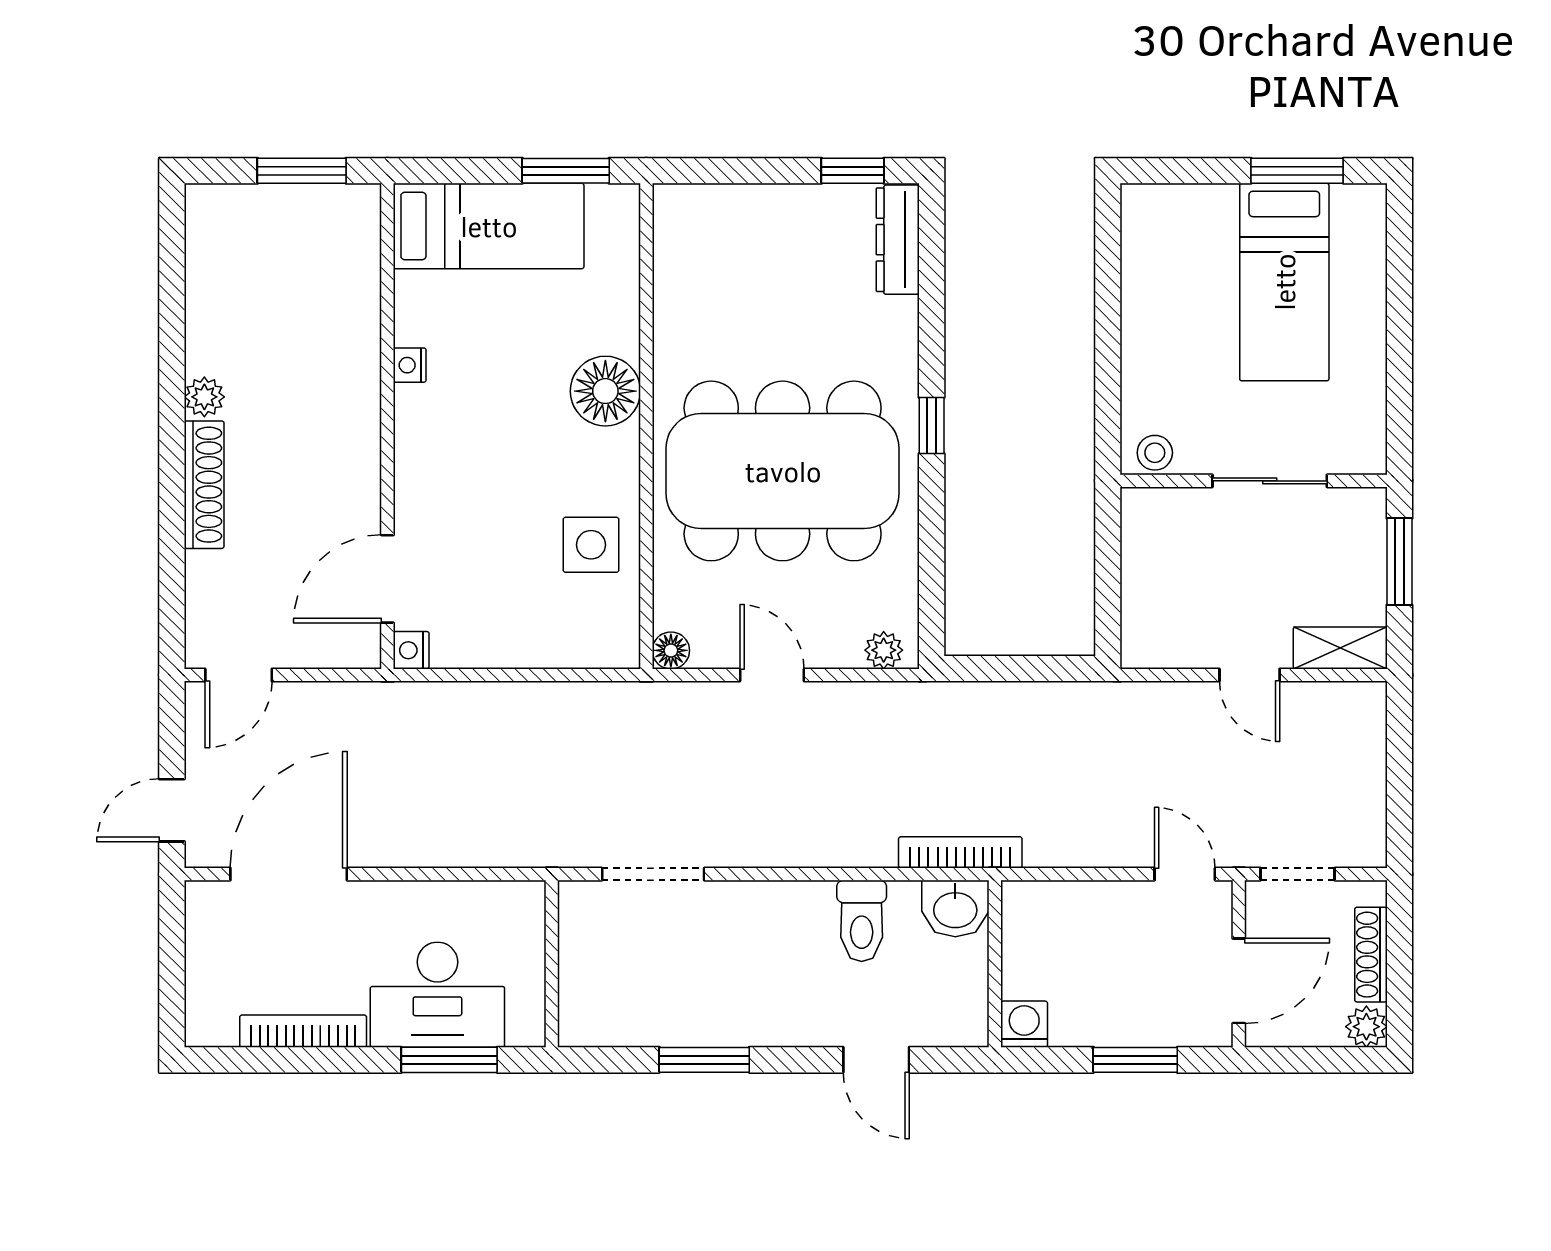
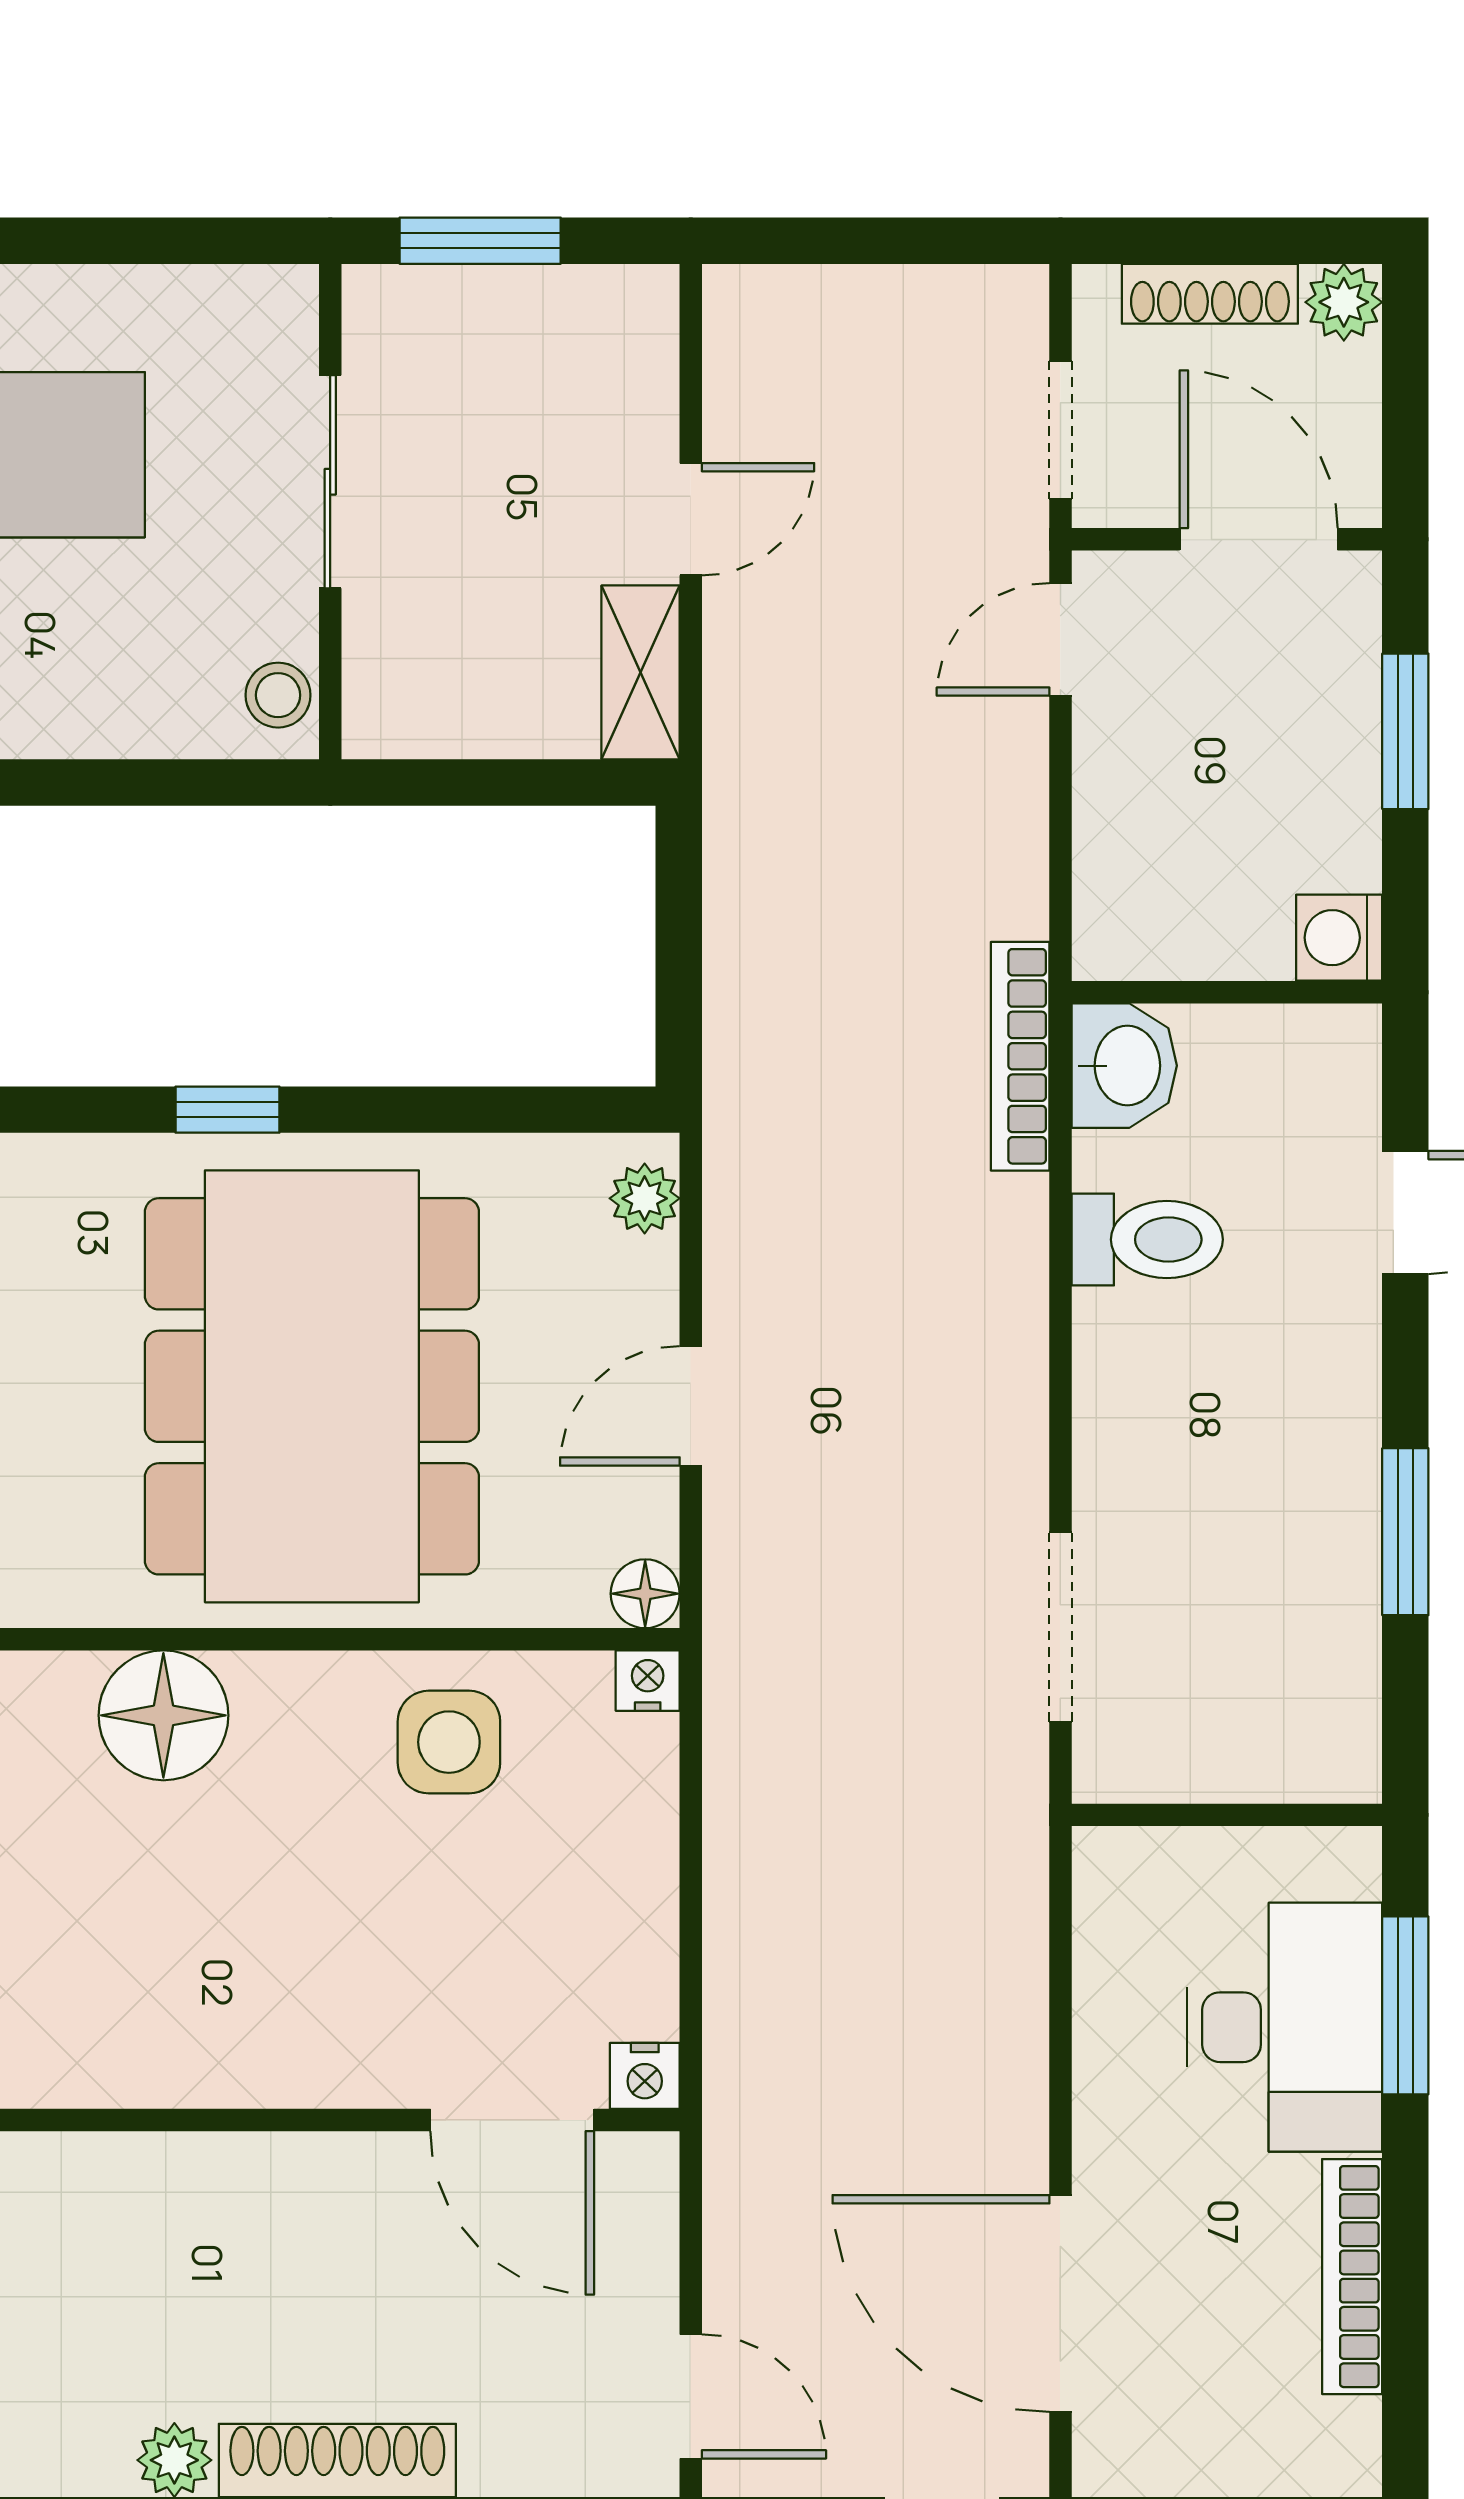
nightstand: (410, 365) -> (648, 1681), moved, turned 180
shelving: (1340, 648) -> (641, 672), moved

